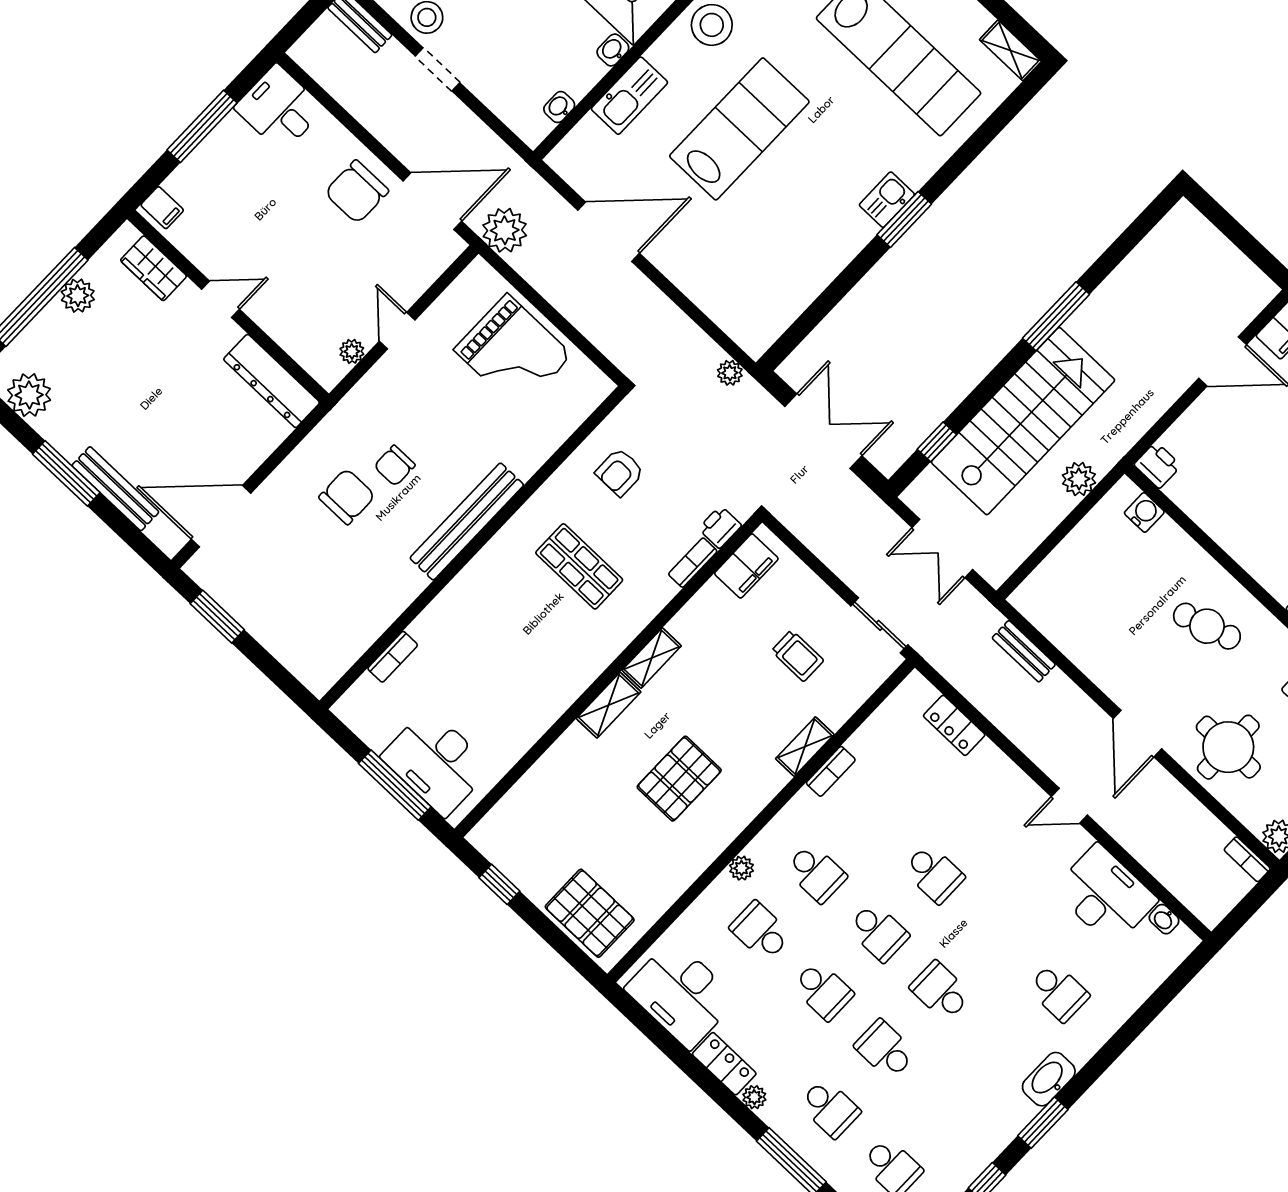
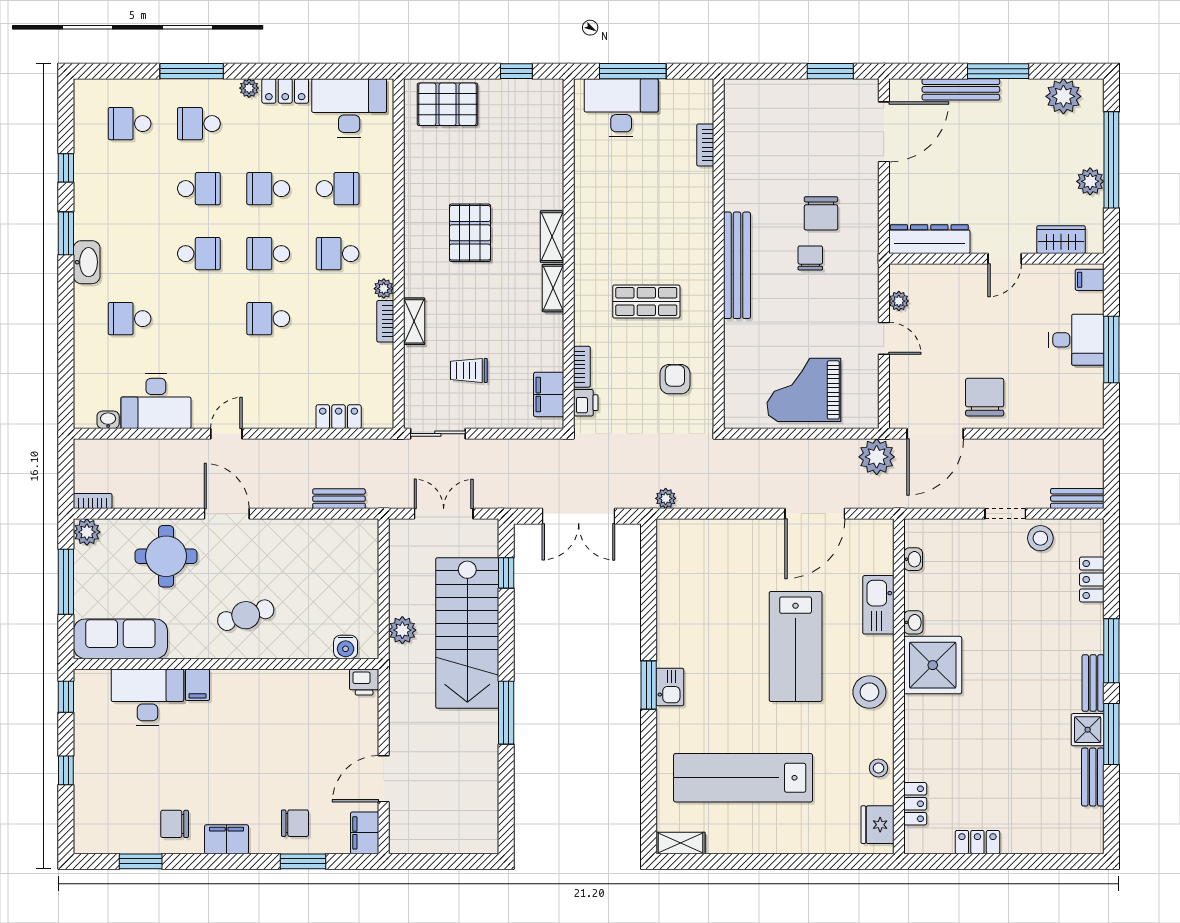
desk: (279, 108) -> (1076, 340), moved
plant: (742, 868) -> (384, 289), moved

